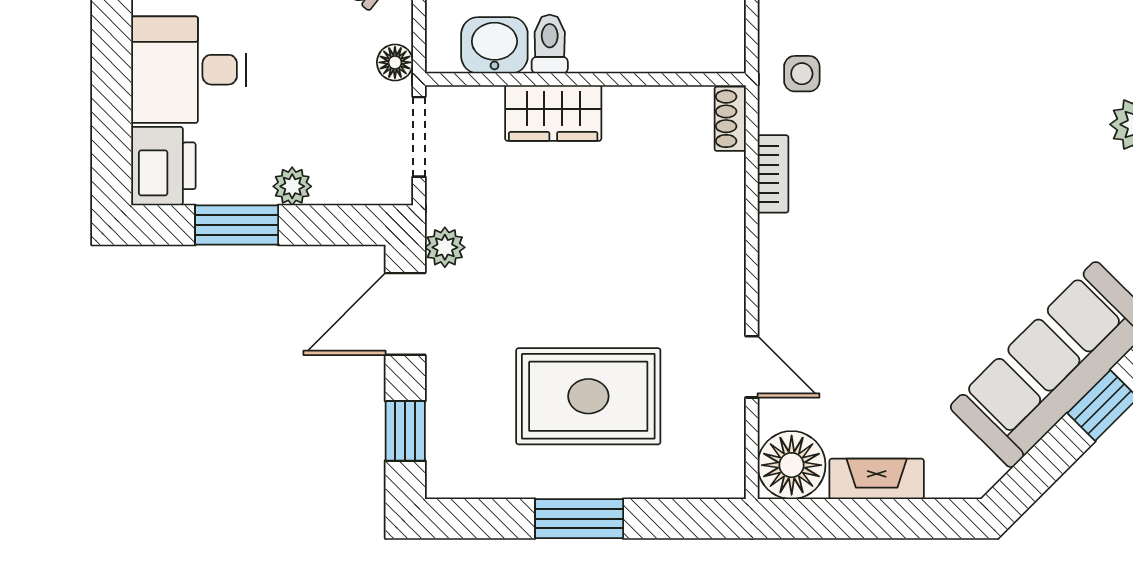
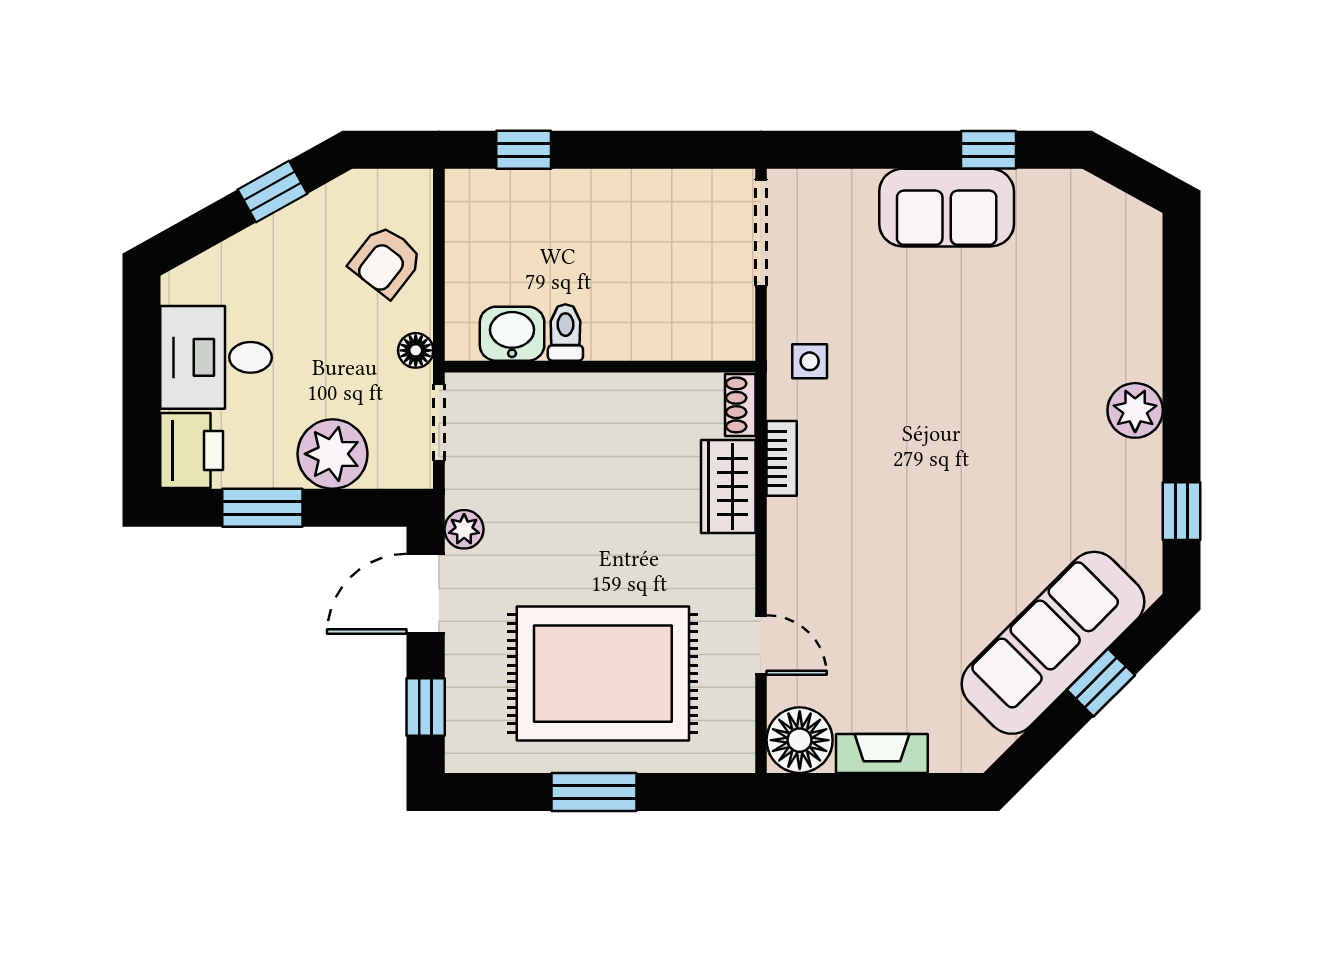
wardrobe: (553, 113) -> (728, 486), moved, turned 90
plant: (292, 186) -> (332, 454), width x1.88, depth x1.88
rug: (588, 396) -> (603, 674), width x1.37, depth x1.44

